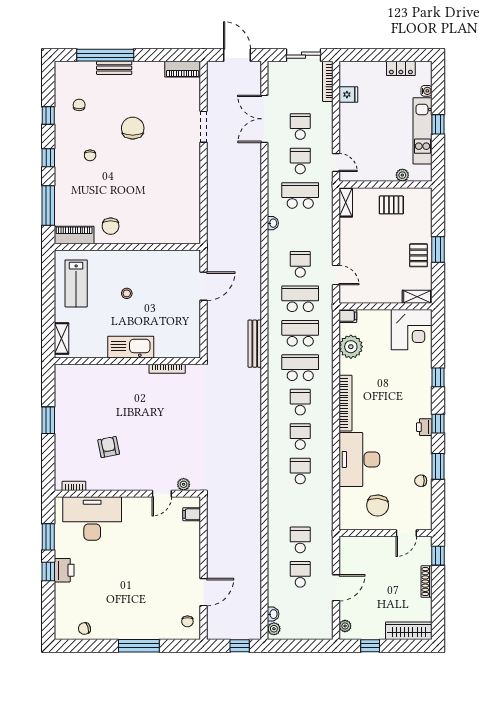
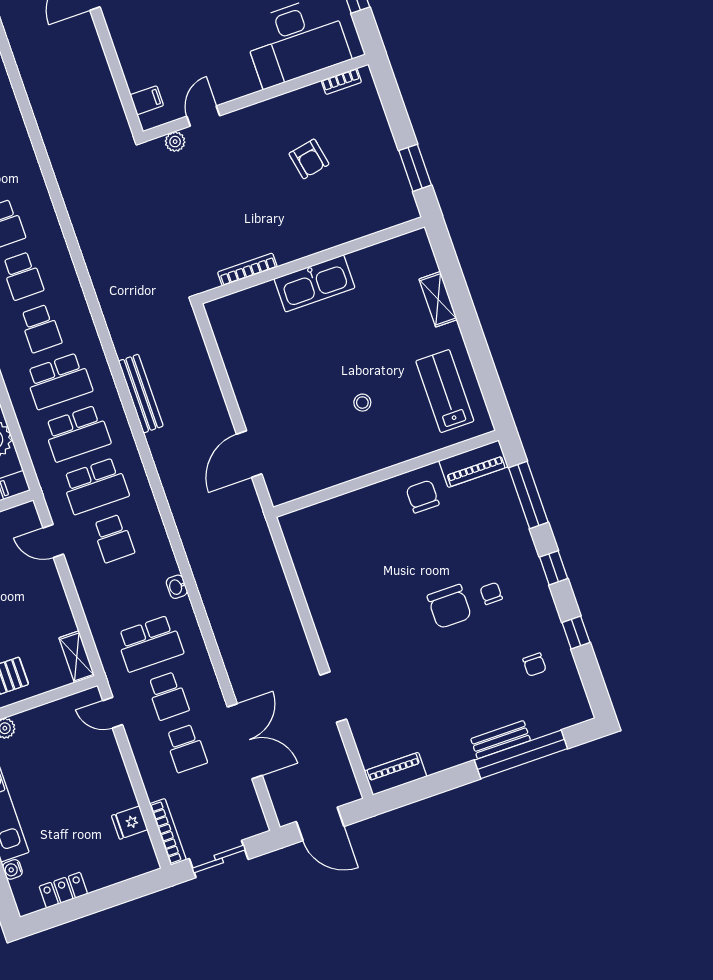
chair: (133, 128) -> (449, 607), moved
kitchen sink: (131, 347) -> (314, 283), moved
wall: (127, 361) -> (312, 260), moved
bookcase: (167, 369) -> (247, 270), moved

